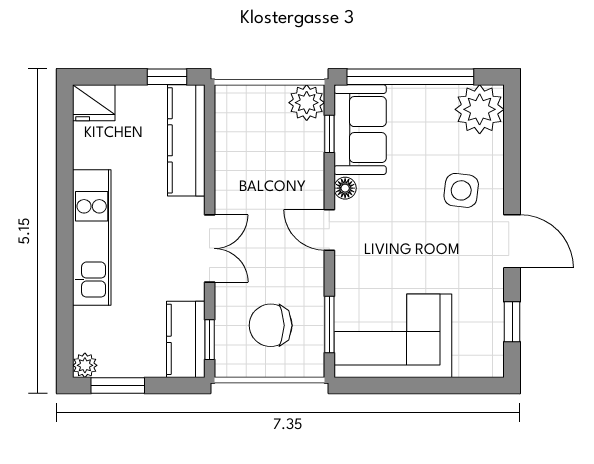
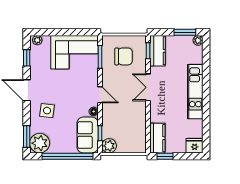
window: (512, 126) -> (27, 137), added
kitchen counter: (186, 140) -> (157, 138), width x0.67
plant: (486, 366) -> (37, 40), added

